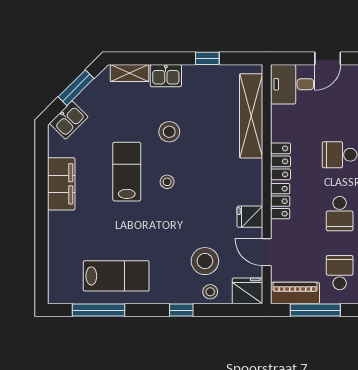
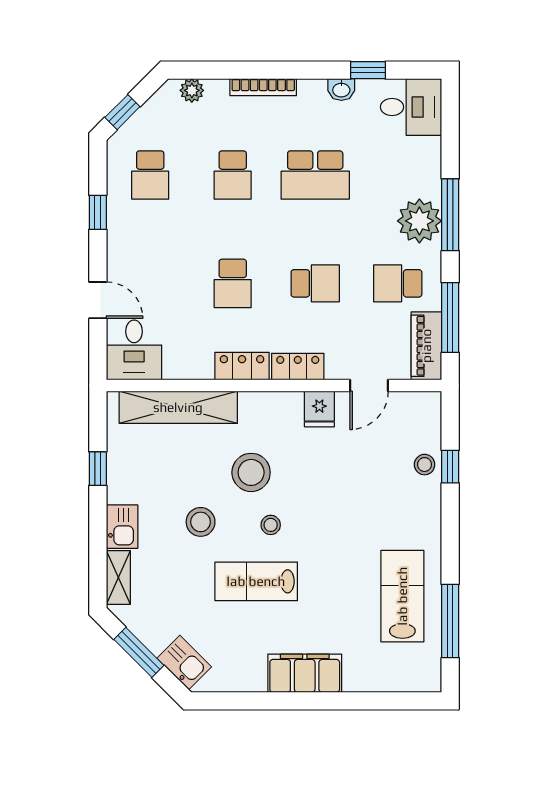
filing cabinet: (61, 184) -> (305, 673), moved
stool: (205, 261) -> (251, 472), moved
fridge: (247, 291) -> (423, 412), removed
window: (181, 310) -> (450, 467), moved

